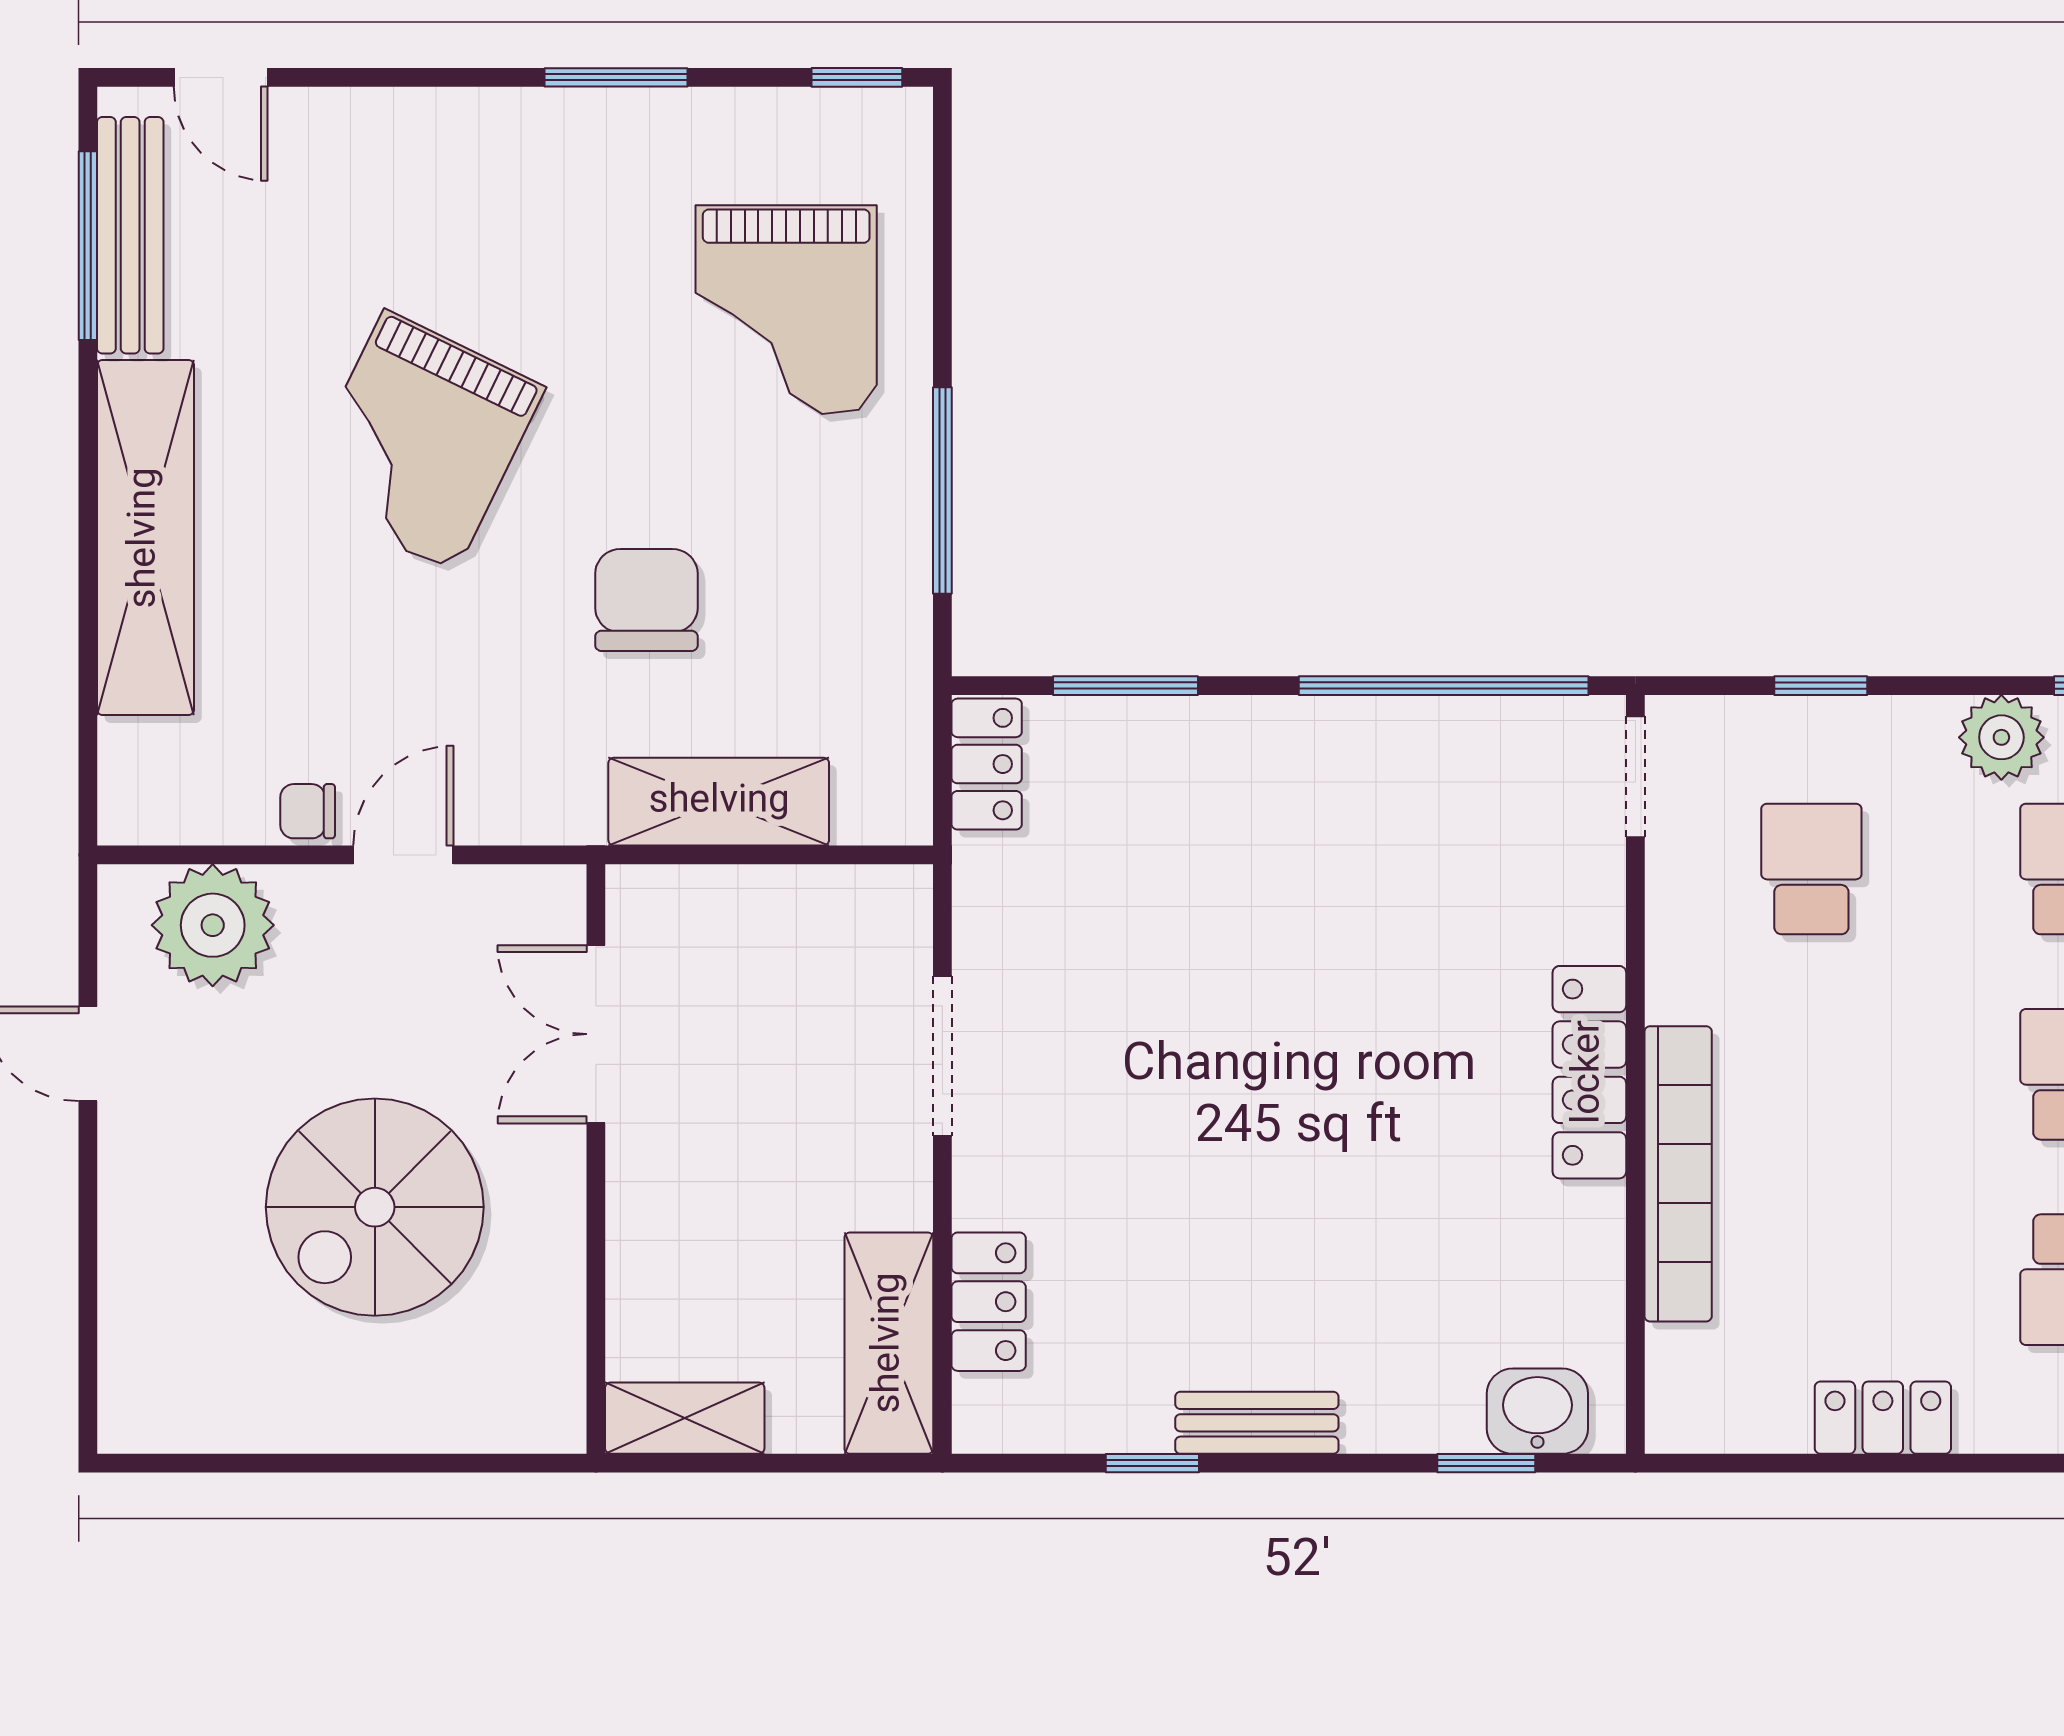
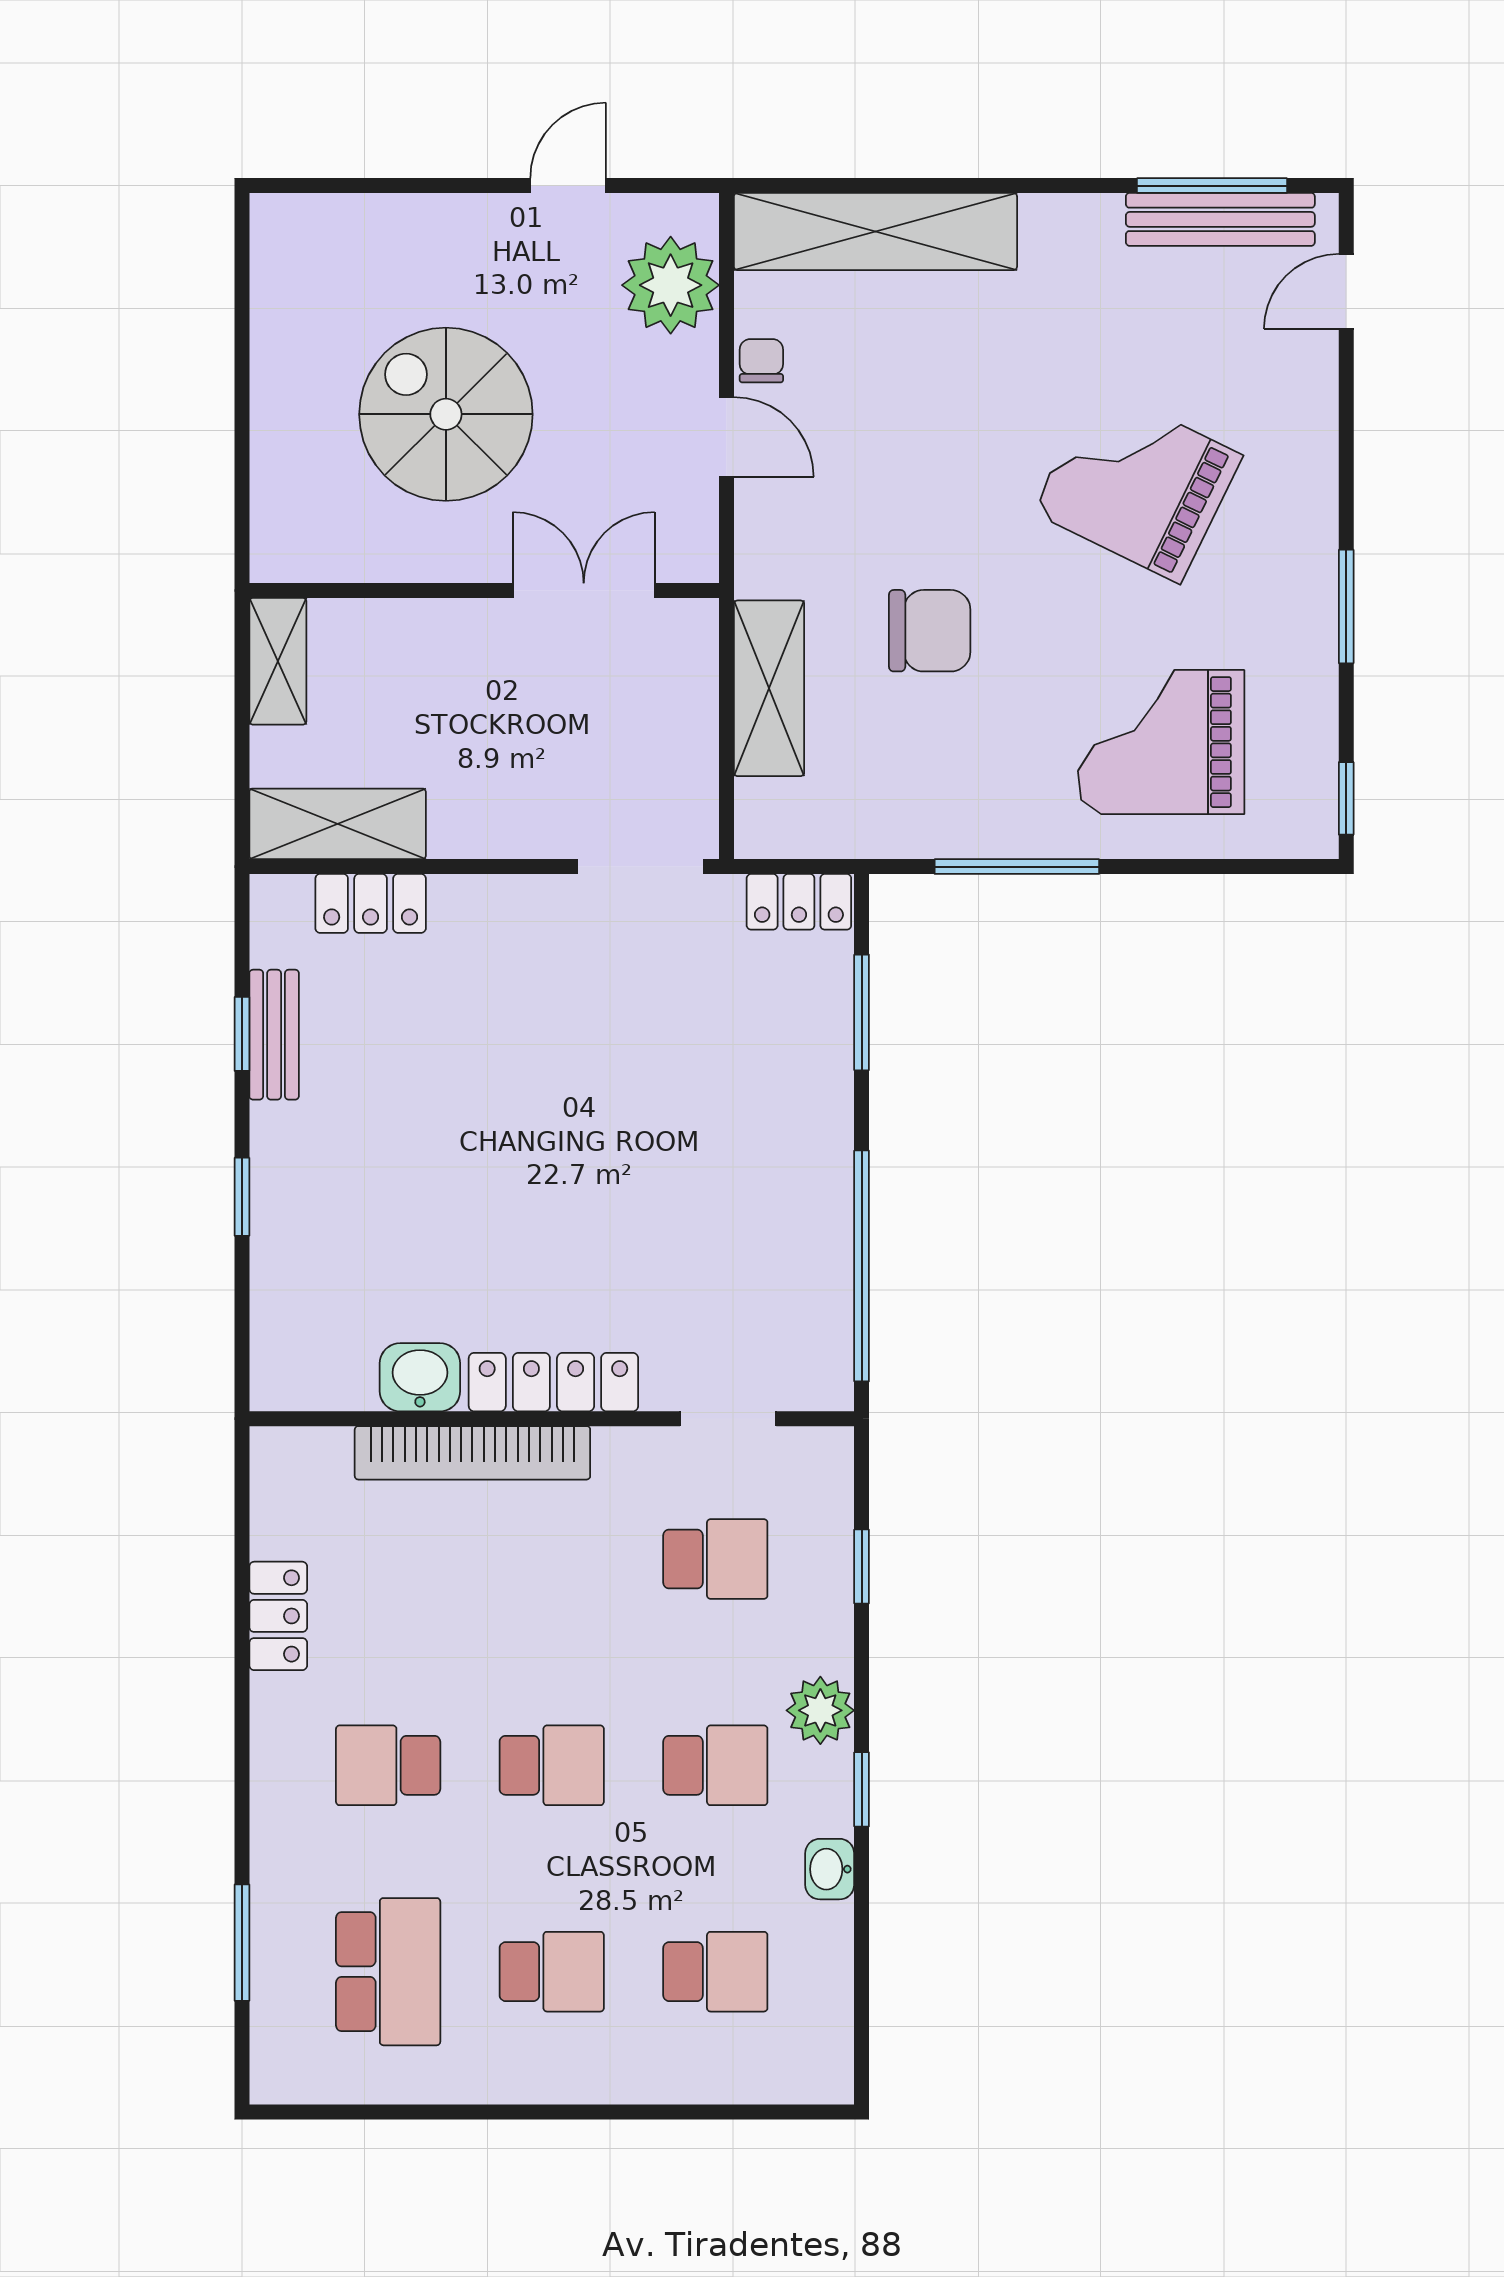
grand piano: (420, 441) -> (1137, 484), moved
shelving: (145, 538) -> (875, 232), moved
doorway: (1635, 777) -> (728, 1419), moved
doorway: (942, 1056) -> (640, 867), moved
washbasin: (1537, 1411) -> (420, 1377), moved, turned -90
bench: (1257, 1423) -> (274, 1035), moved
window: (1486, 1463) -> (242, 1197), moved

